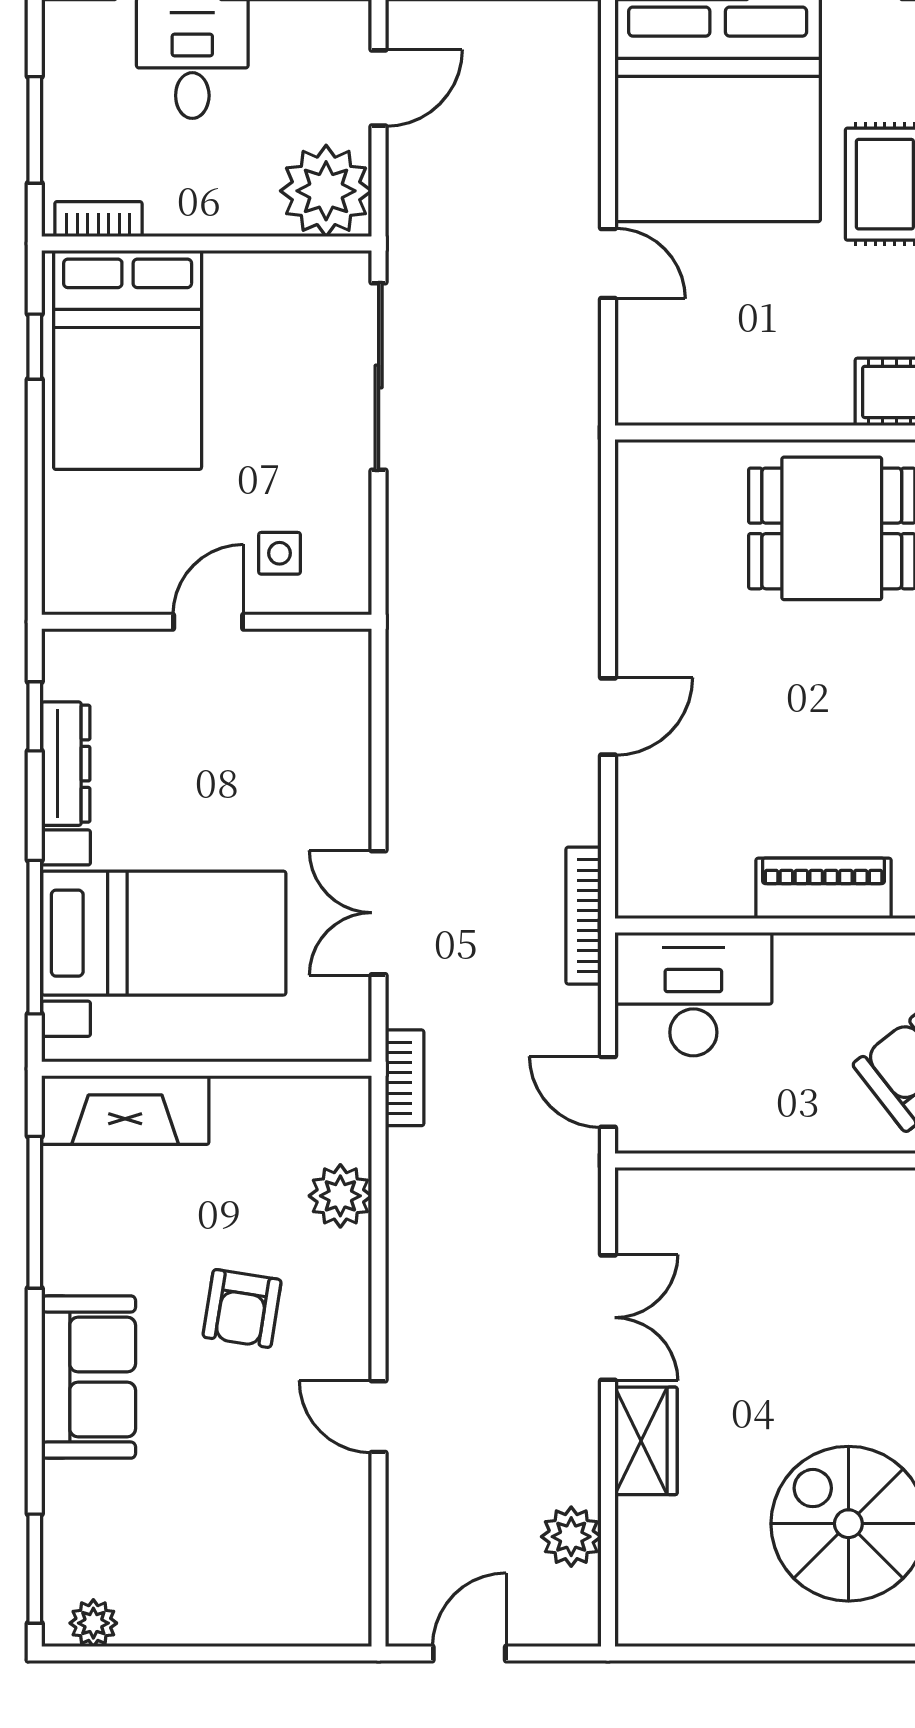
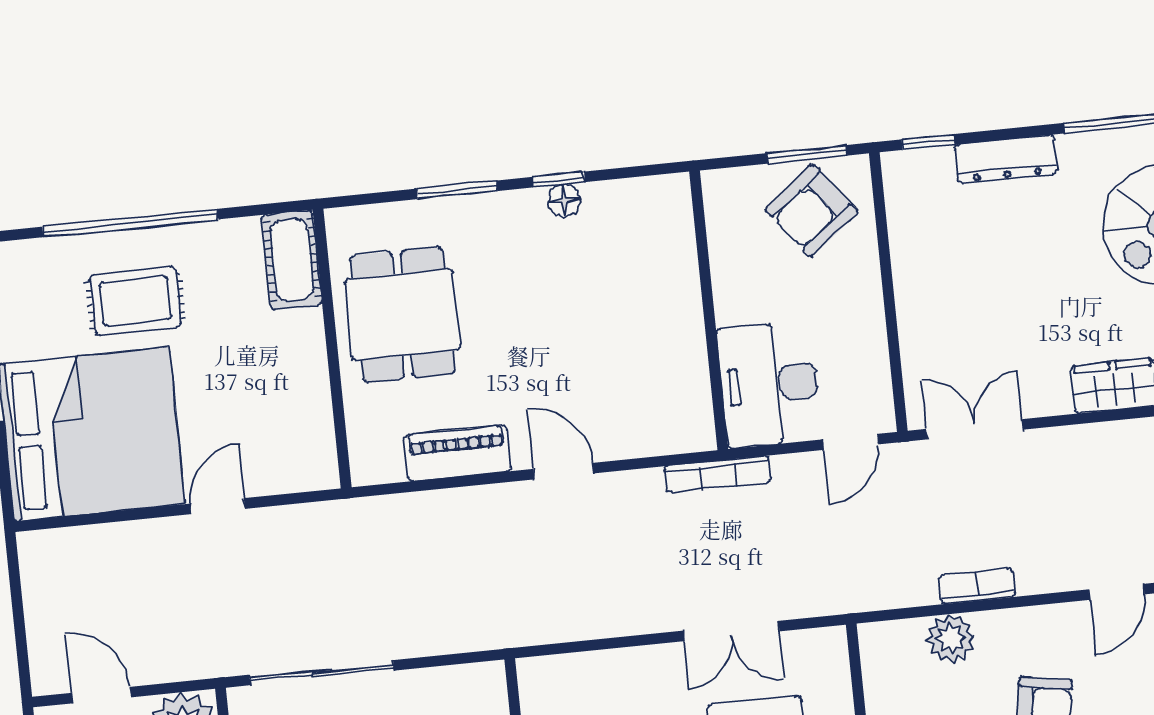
piano: (824, 888) -> (457, 453), moved, turned 90
bookcase: (405, 1078) -> (977, 586), moved
double door: (608, 1318) -> (975, 429), moved

